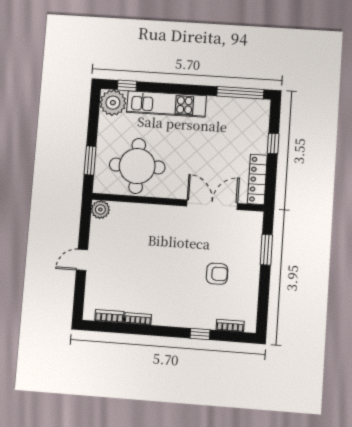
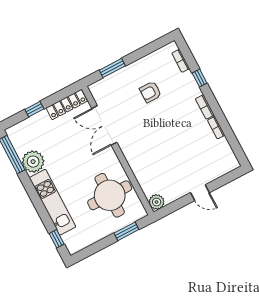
plant: (113, 103) -> (33, 162), moved
armchair: (217, 274) -> (150, 92), turned -90
bookcase: (109, 316) -> (205, 107), moved

